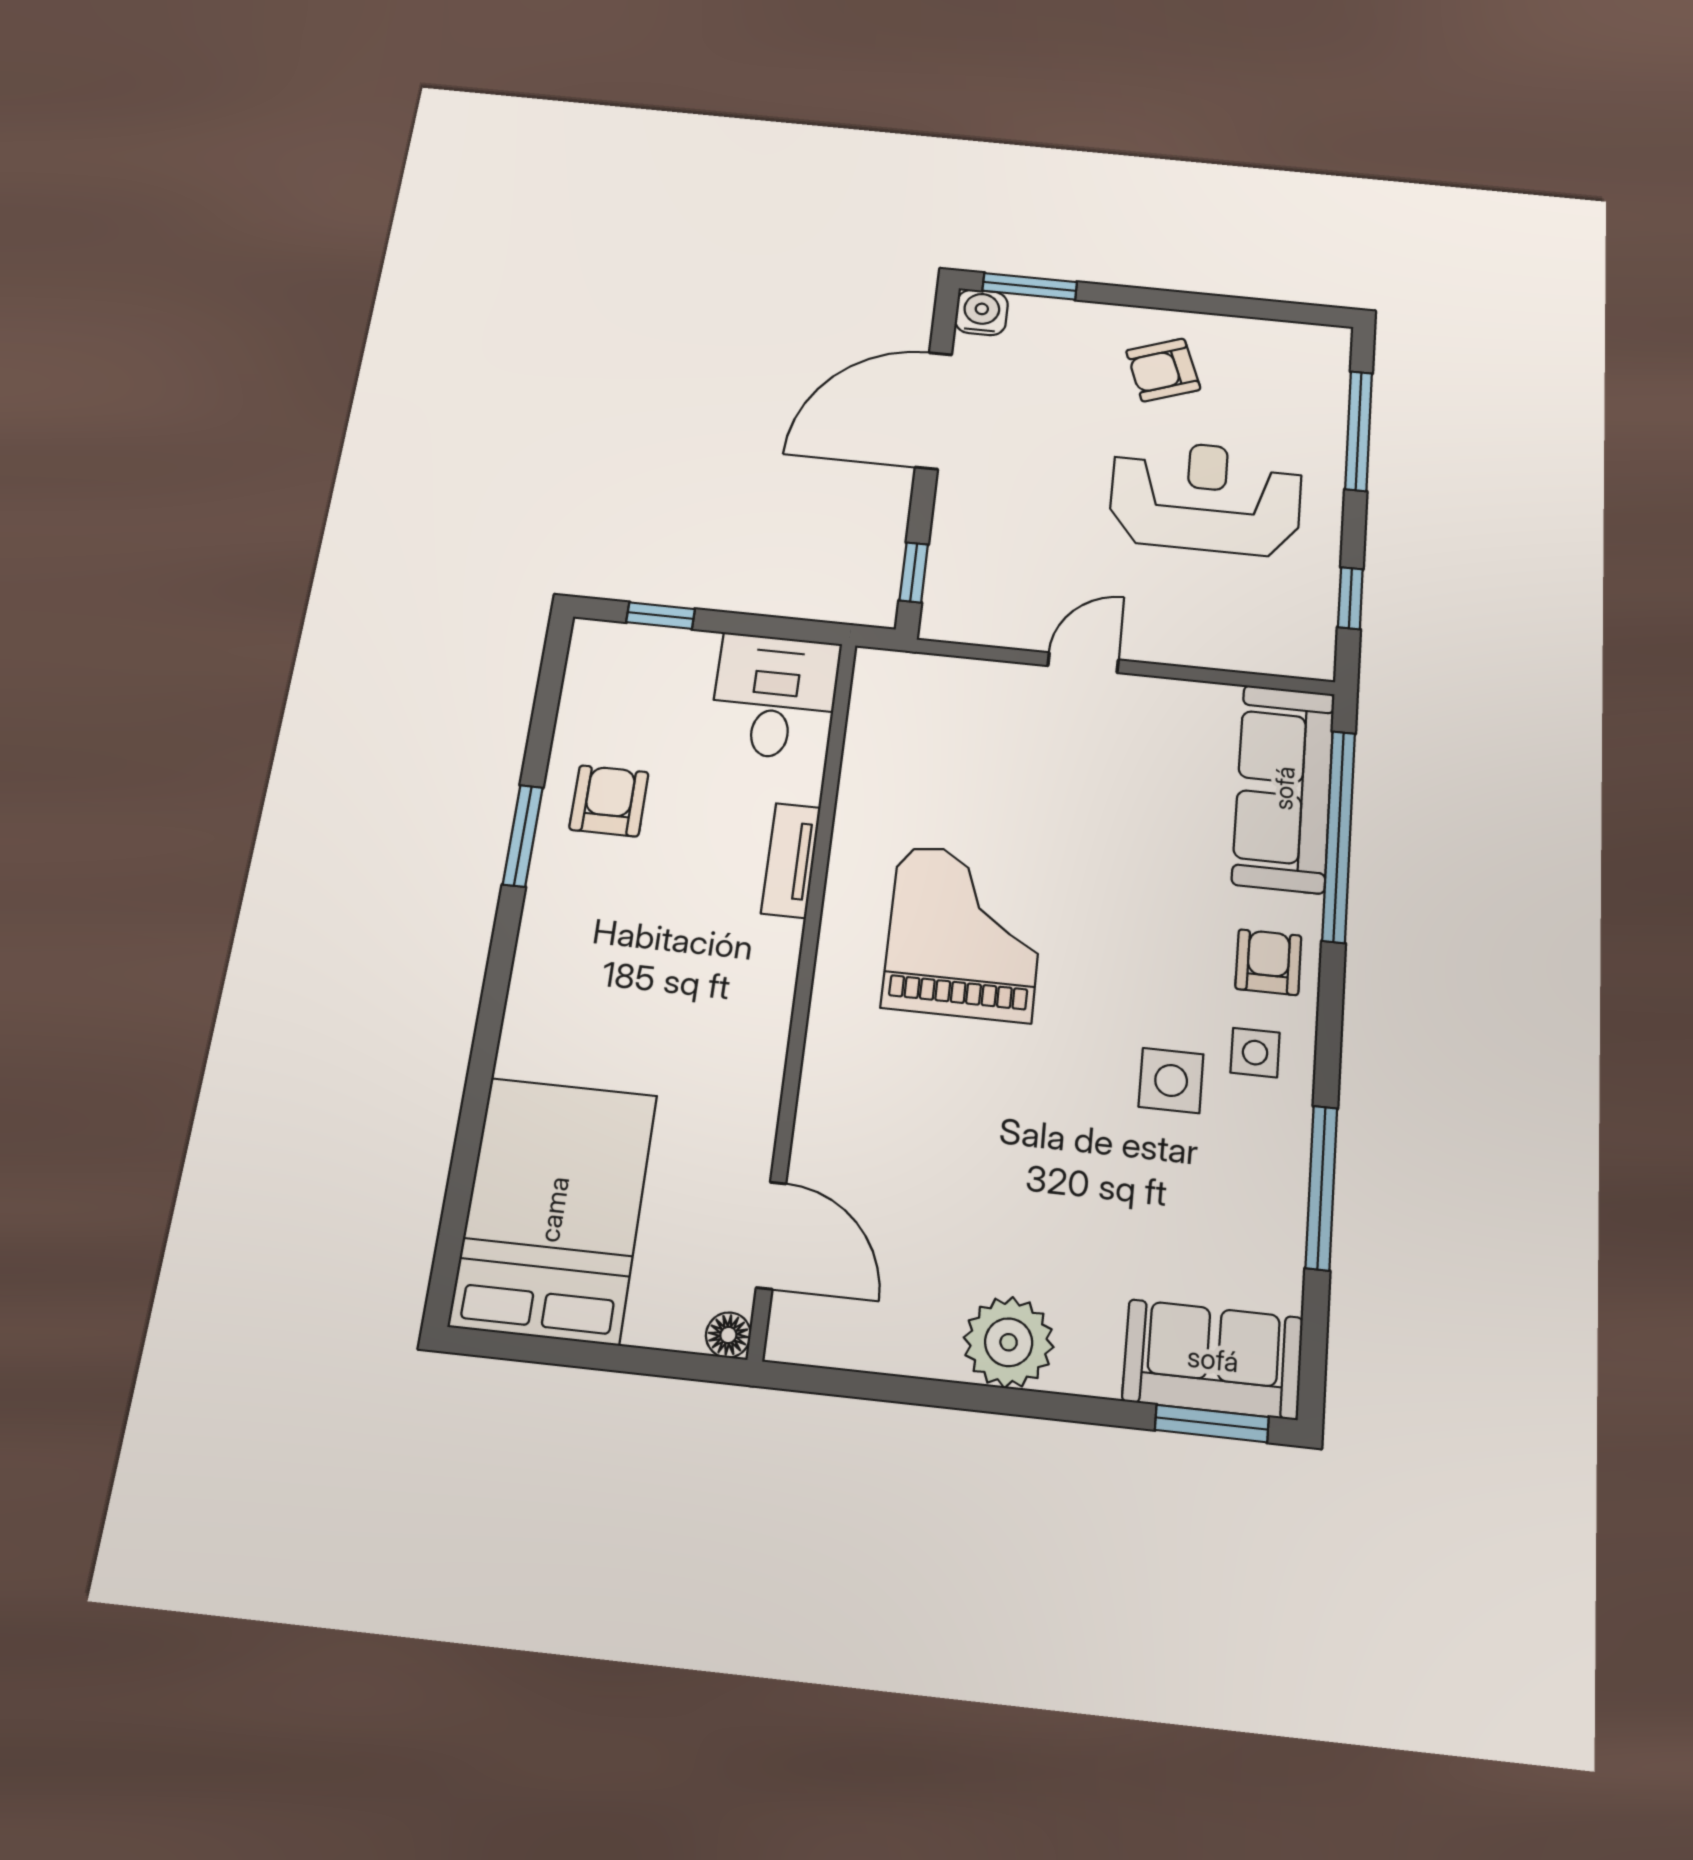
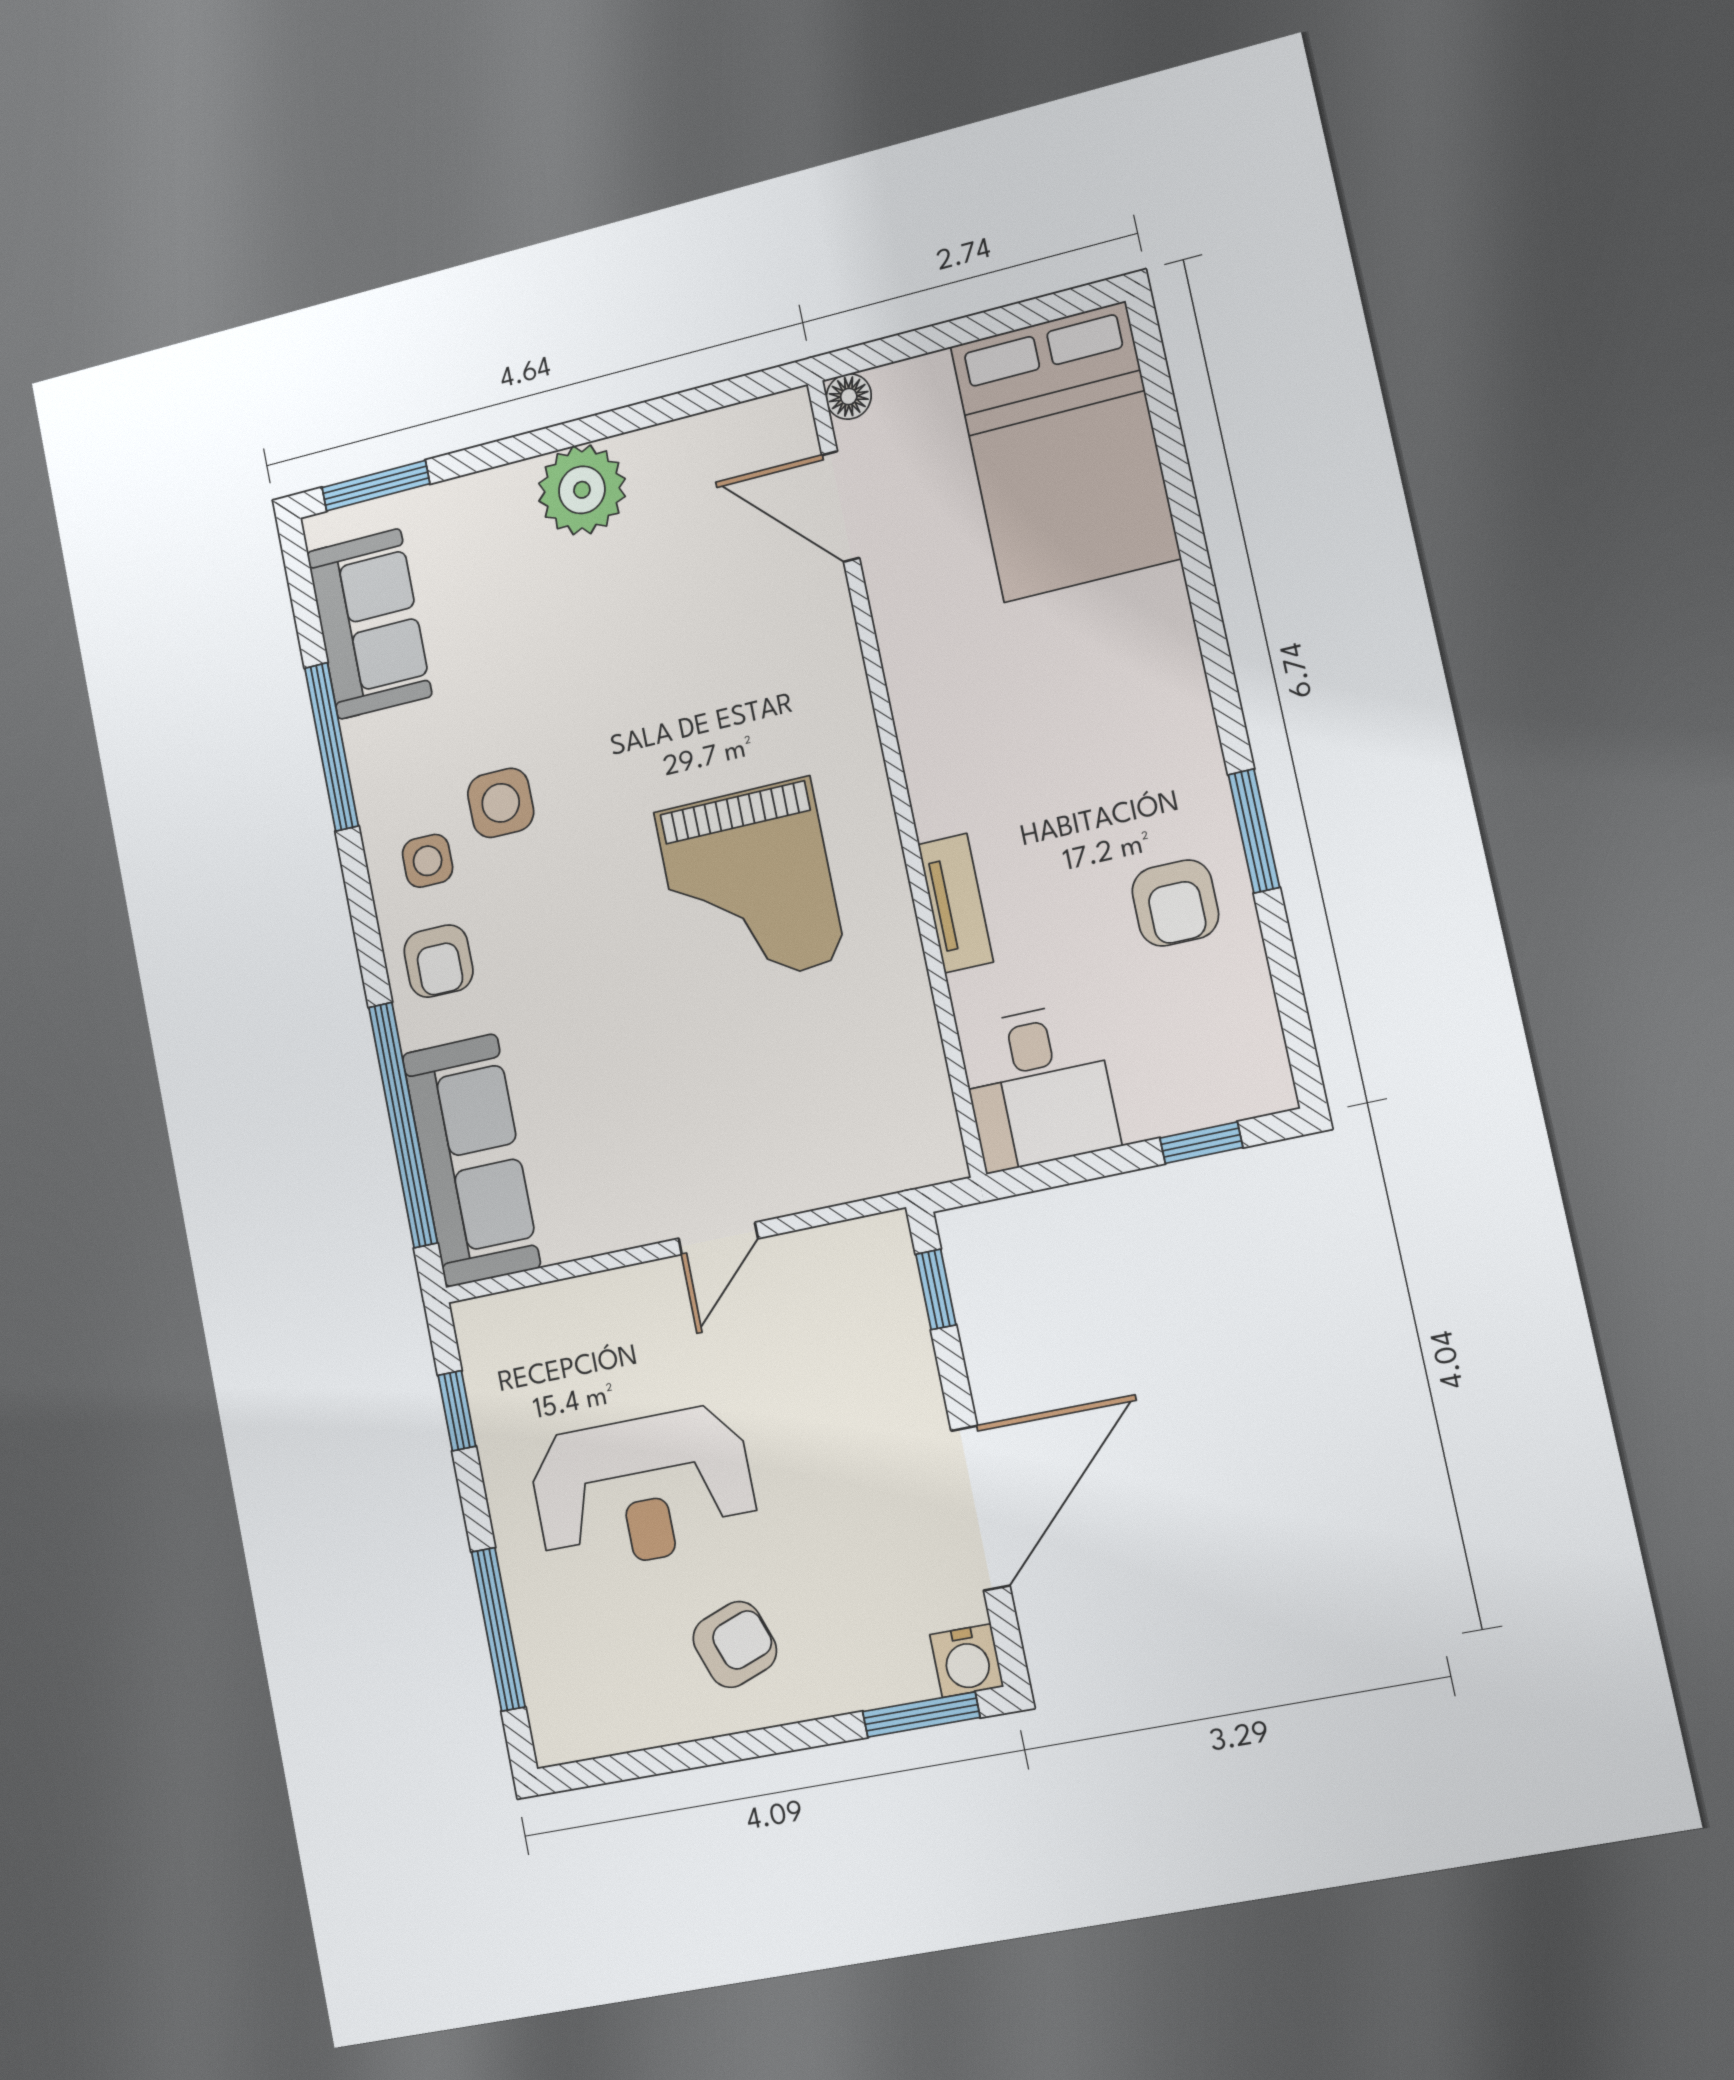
sofa: (1213, 1359) -> (369, 624), moved, turned -90

